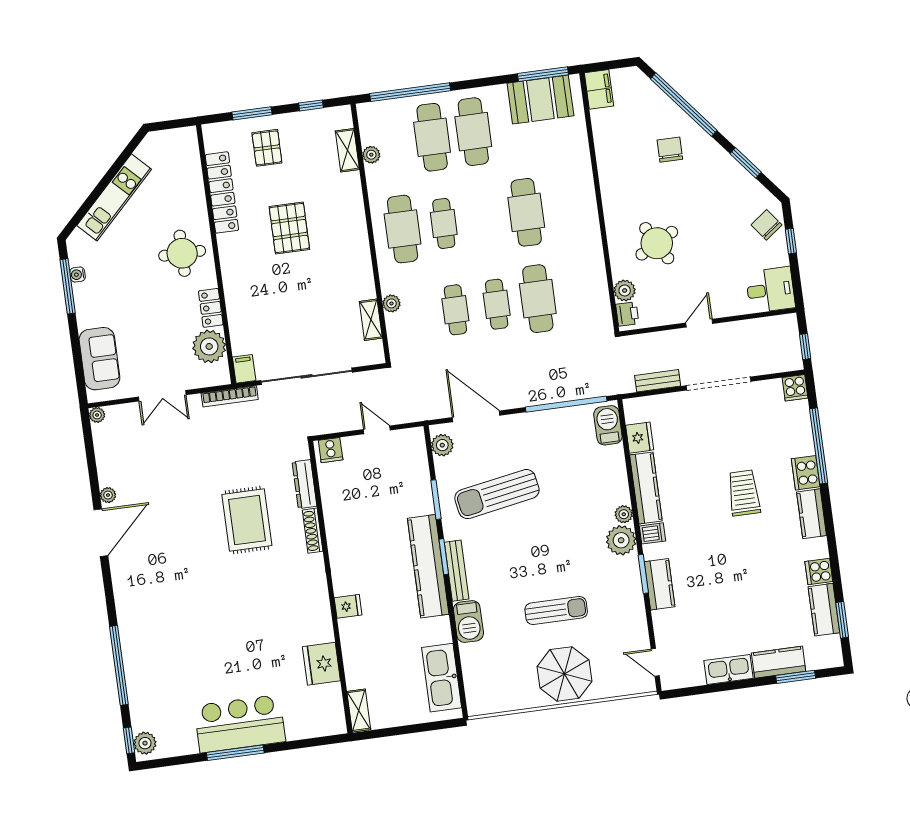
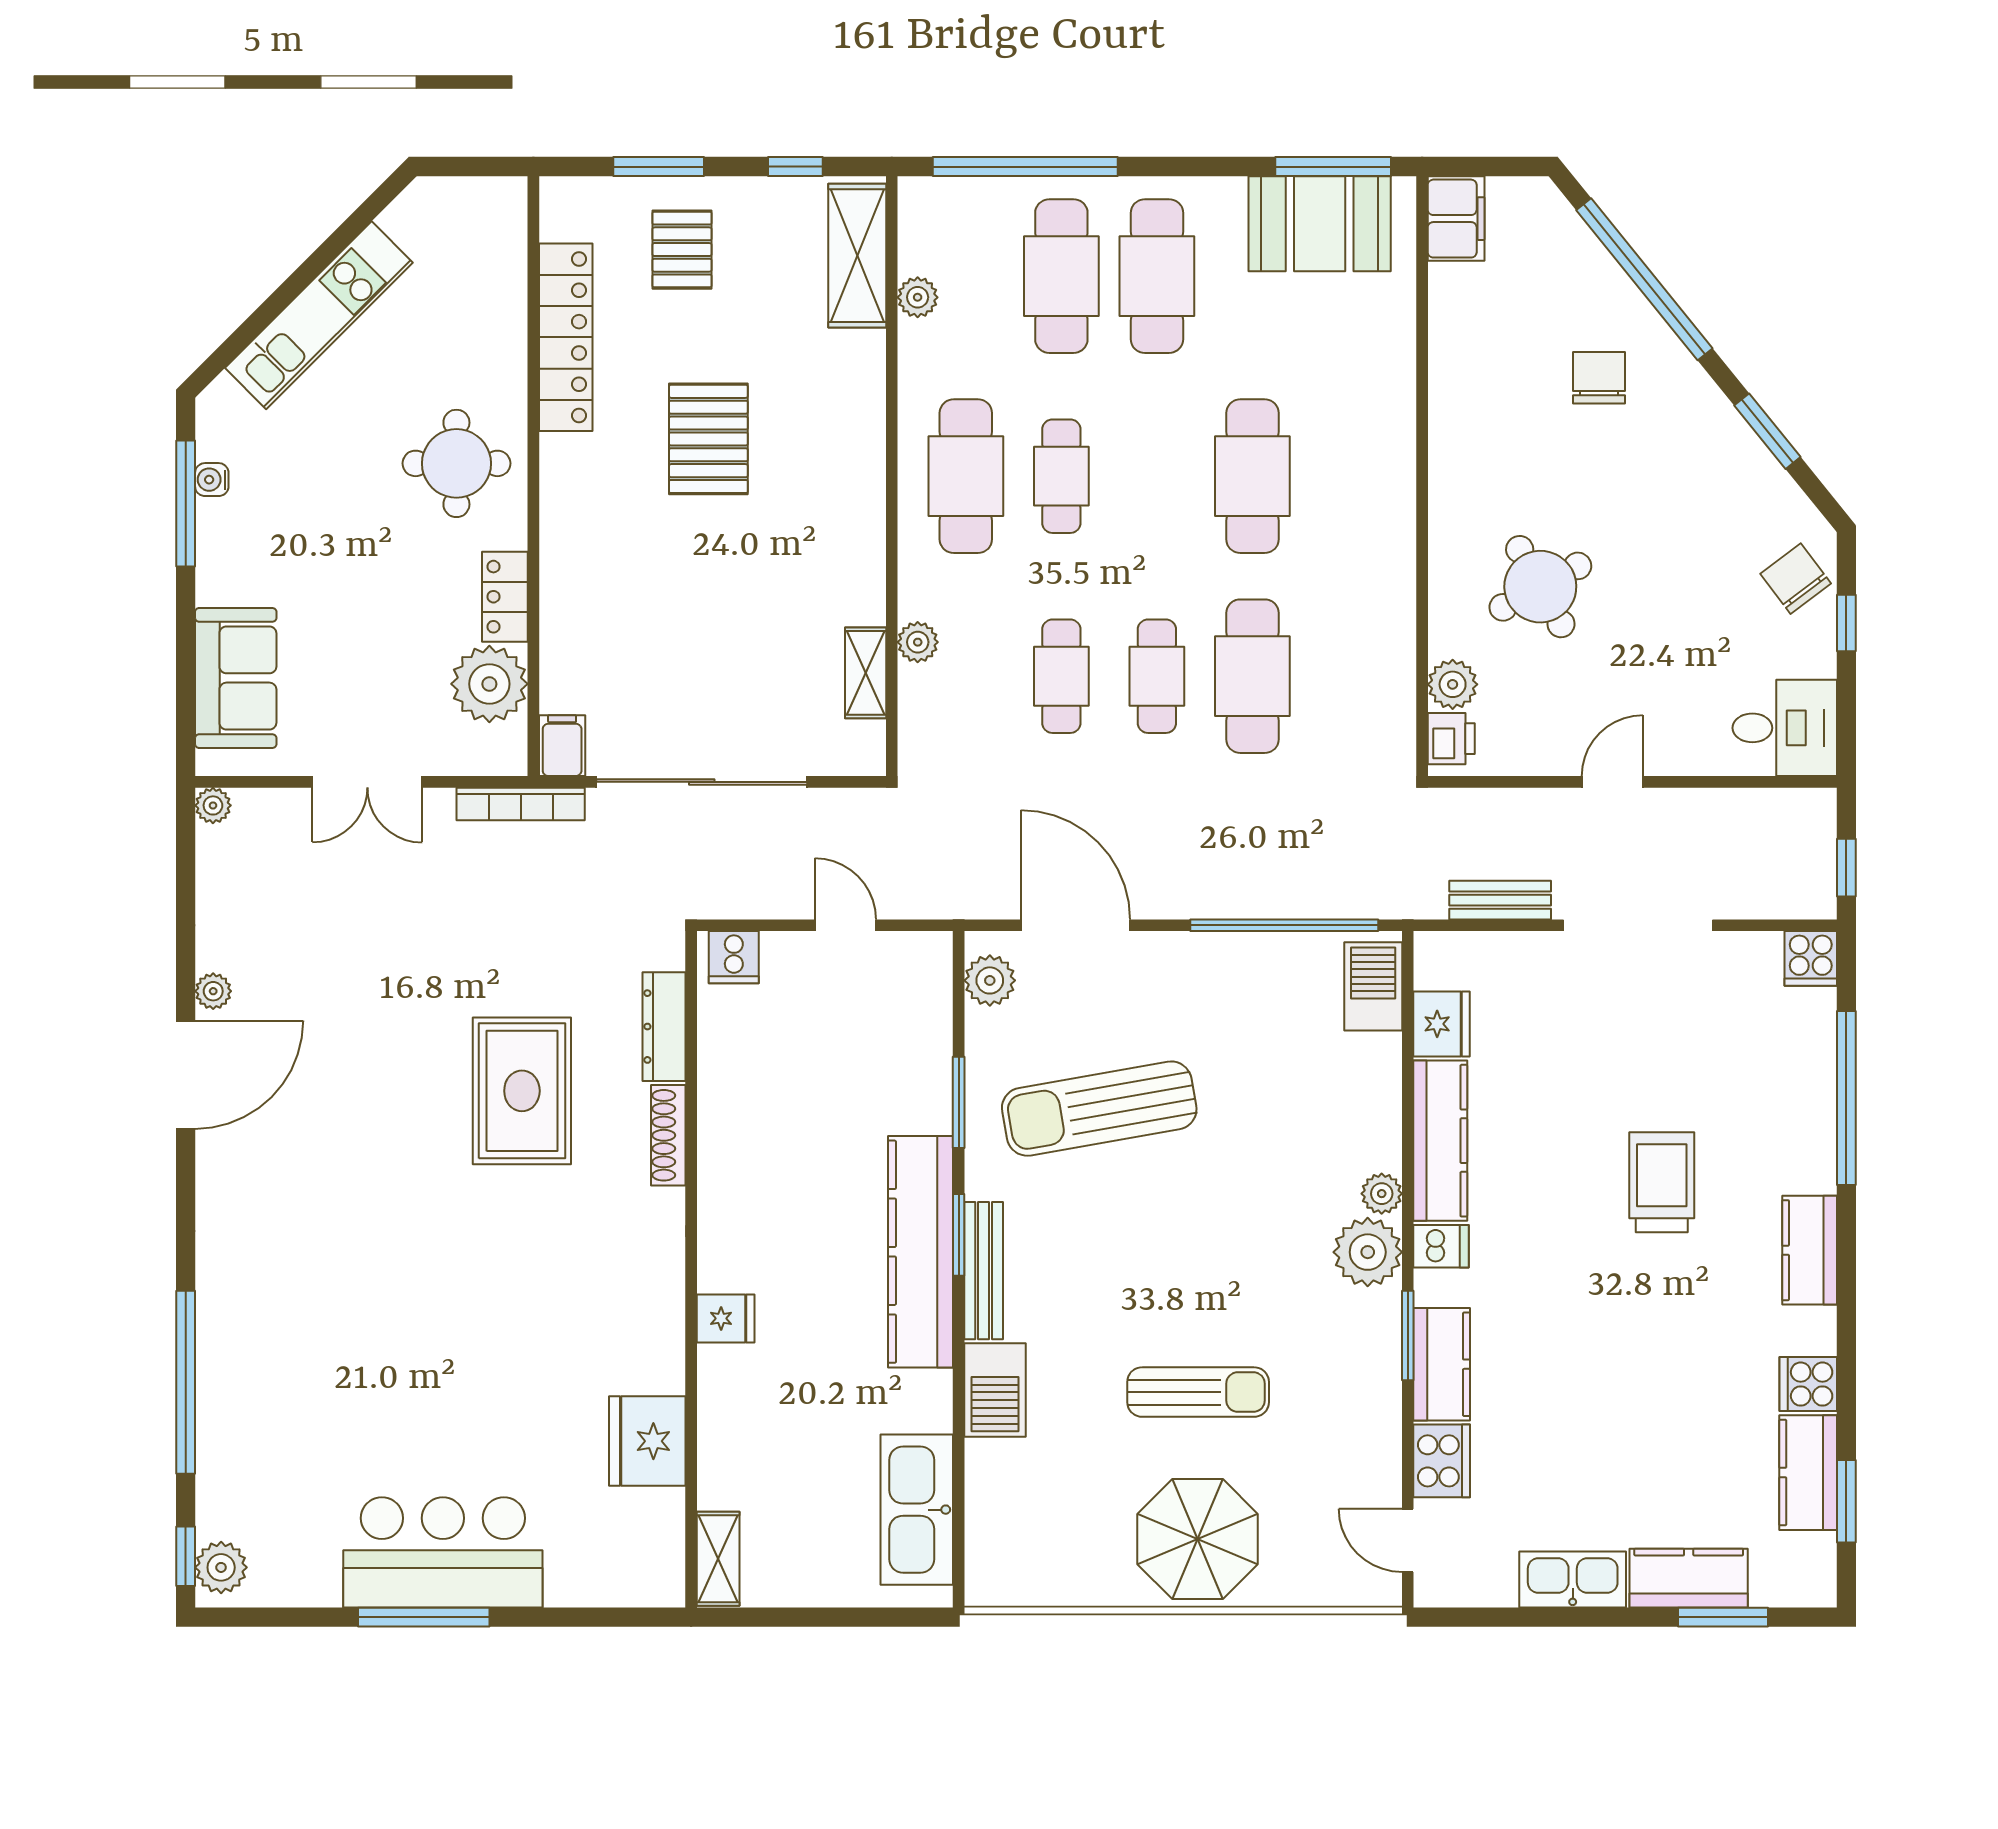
shelving: (347, 150) -> (857, 256), width x1.50, depth x1.33
cooker: (806, 473) -> (1442, 1461), moved, turned 180

